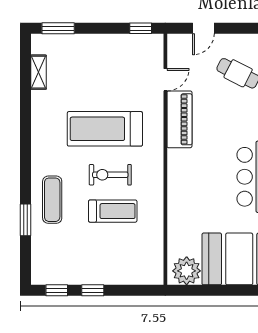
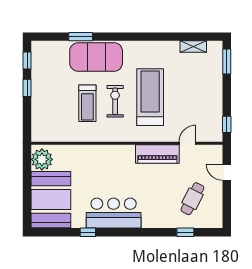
door: (165, 80) -> (188, 143), swing flipped
exercise mat: (52, 200) -> (96, 57), width x2.00, depth x1.45

